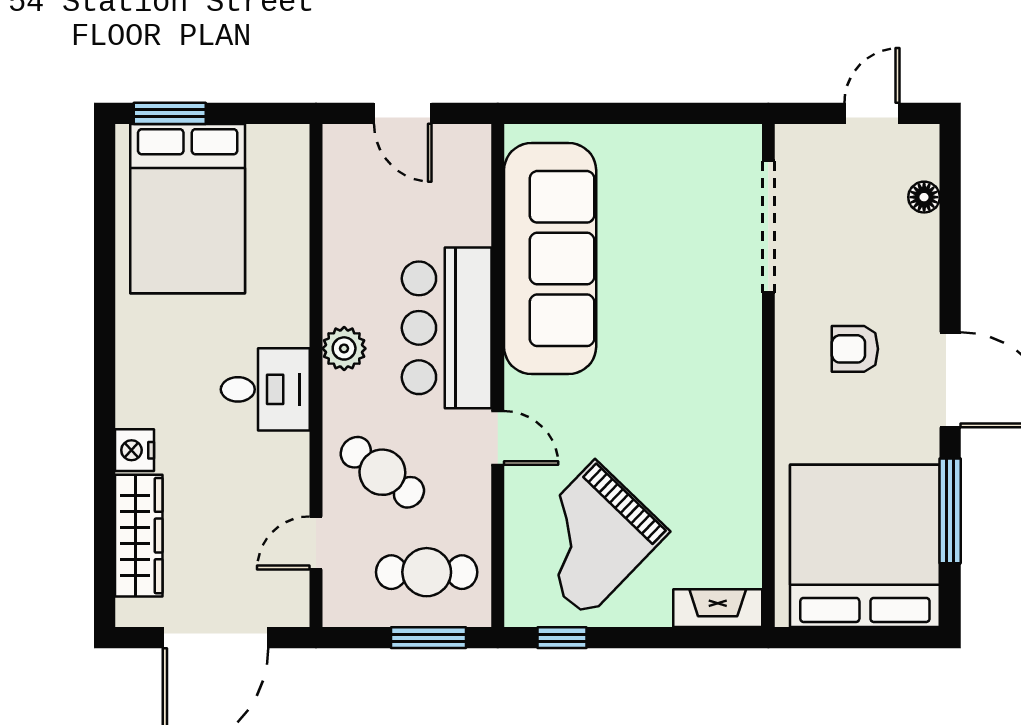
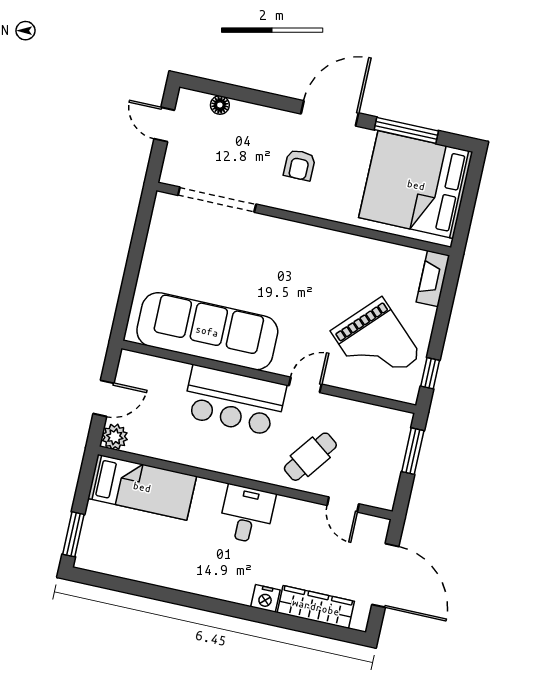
bed: (188, 209) -> (142, 487), moved, width x0.67
plant: (344, 348) -> (115, 437), moved
cafe table: (427, 572) -> (374, 444), removed

